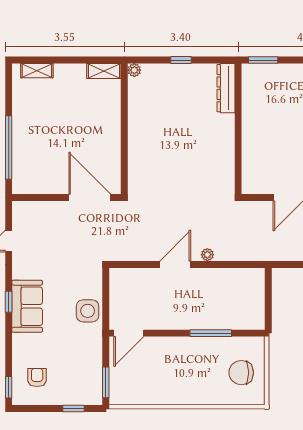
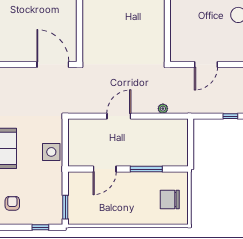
plant: (207, 255) -> (163, 109), moved
door: (129, 333) -> (105, 169), moved

